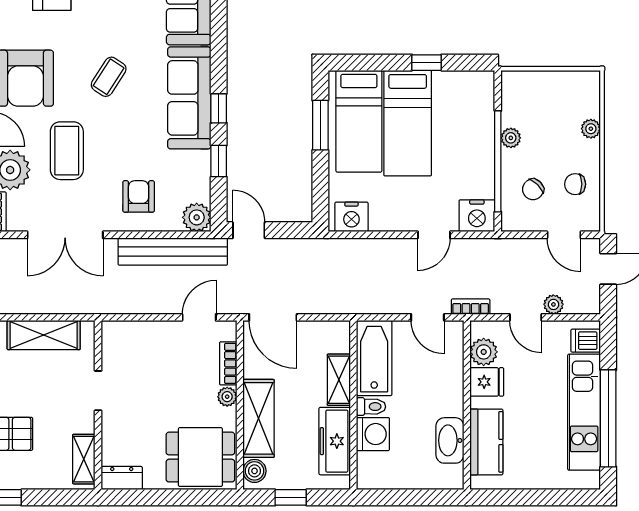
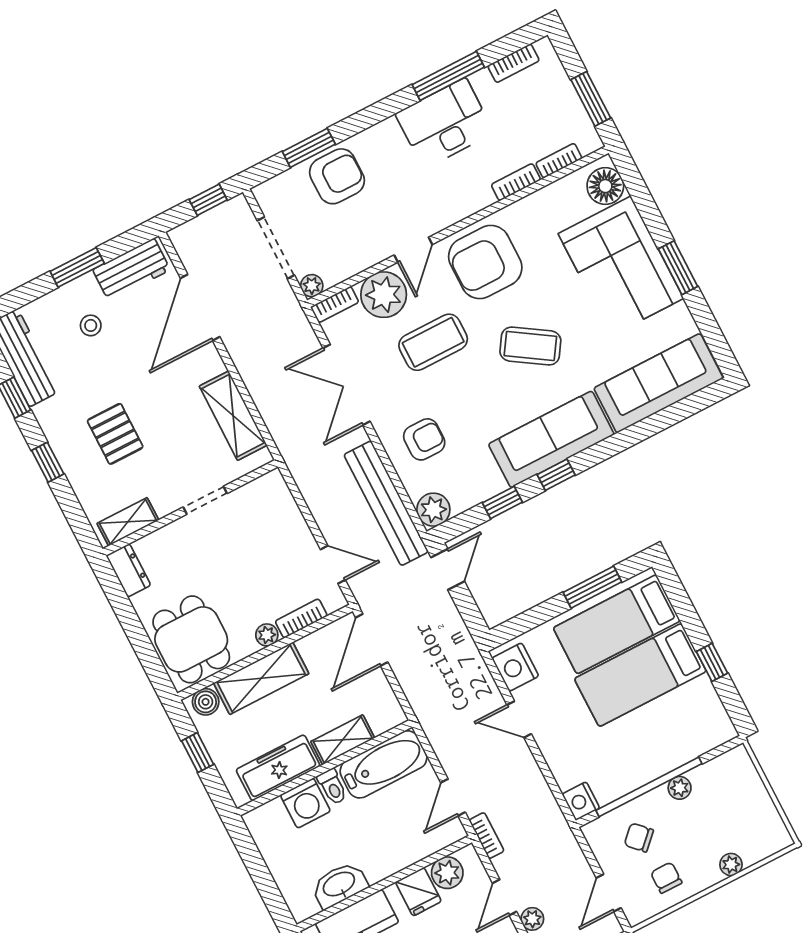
coffee table: (109, 77) -> (530, 346), width x1.36, depth x1.30
nightstand: (477, 216) -> (581, 801), width x0.74, depth x0.75
door: (434, 235) -> (519, 719), moved

